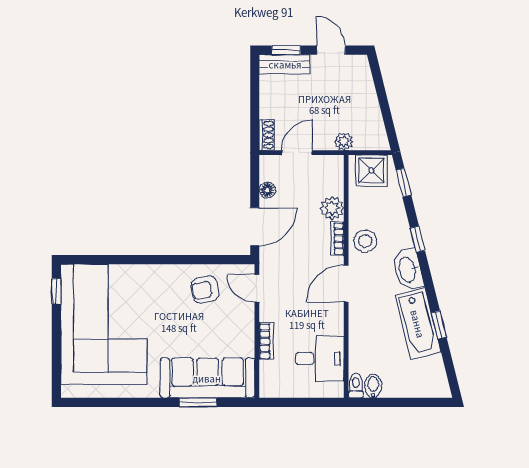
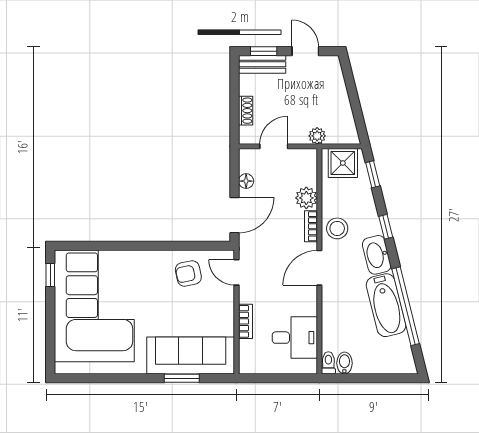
shoe rack: (267, 135) -> (246, 111), moved
window: (439, 325) -> (406, 306), width x3.17

